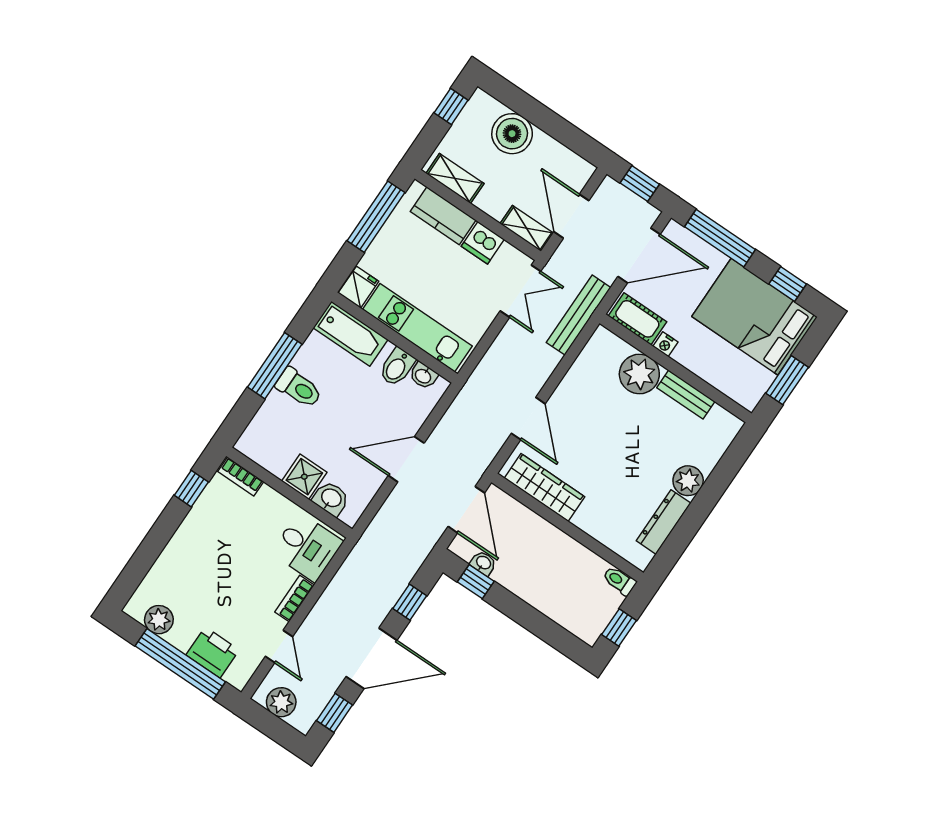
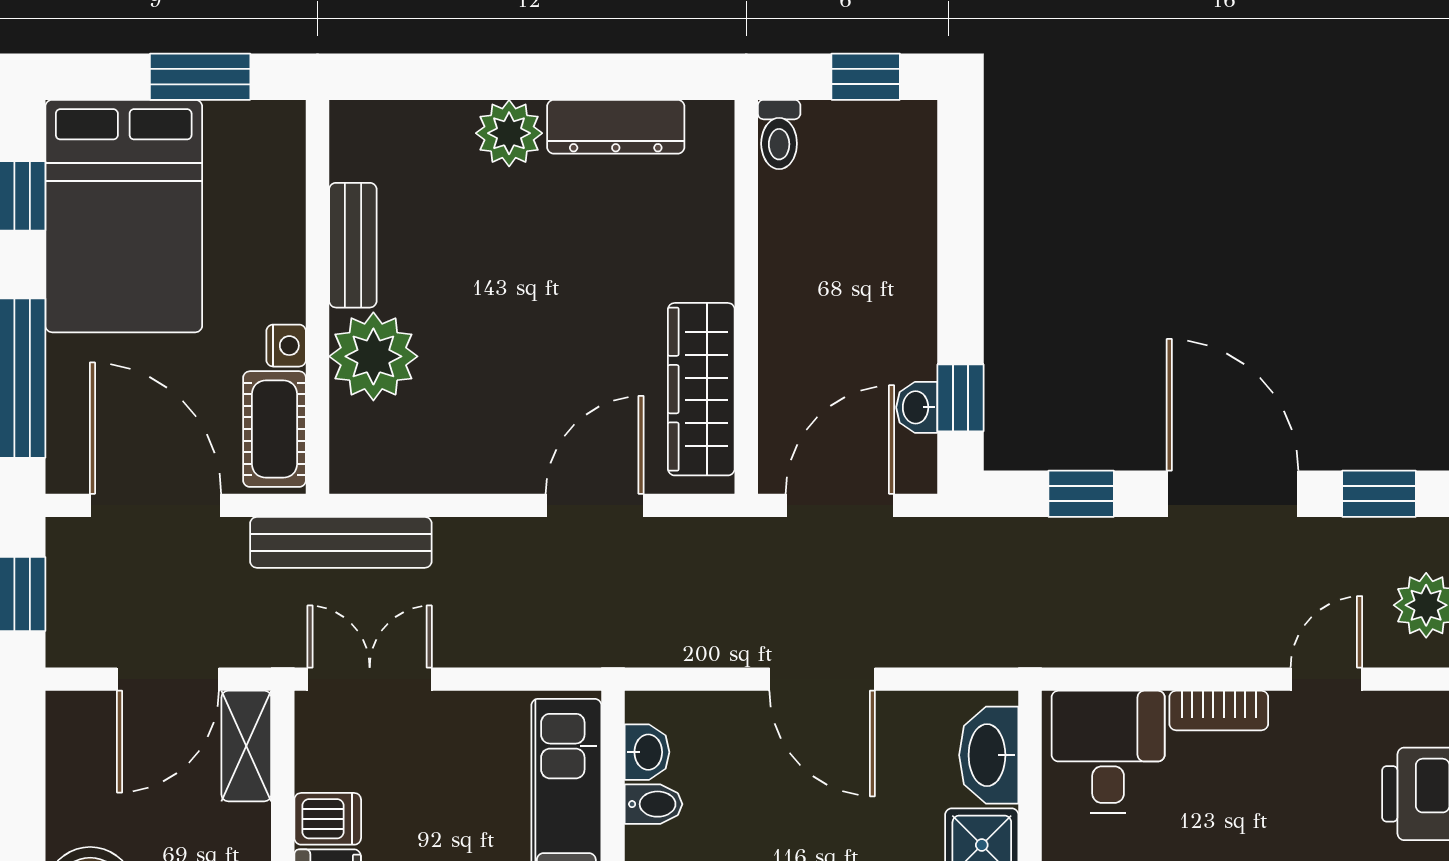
dishwasher: (483, 243) -> (328, 819), width x0.73
bidet: (397, 367) -> (653, 804), width x0.72, depth x0.74
washbasin: (331, 499) -> (989, 755), width x1.38

